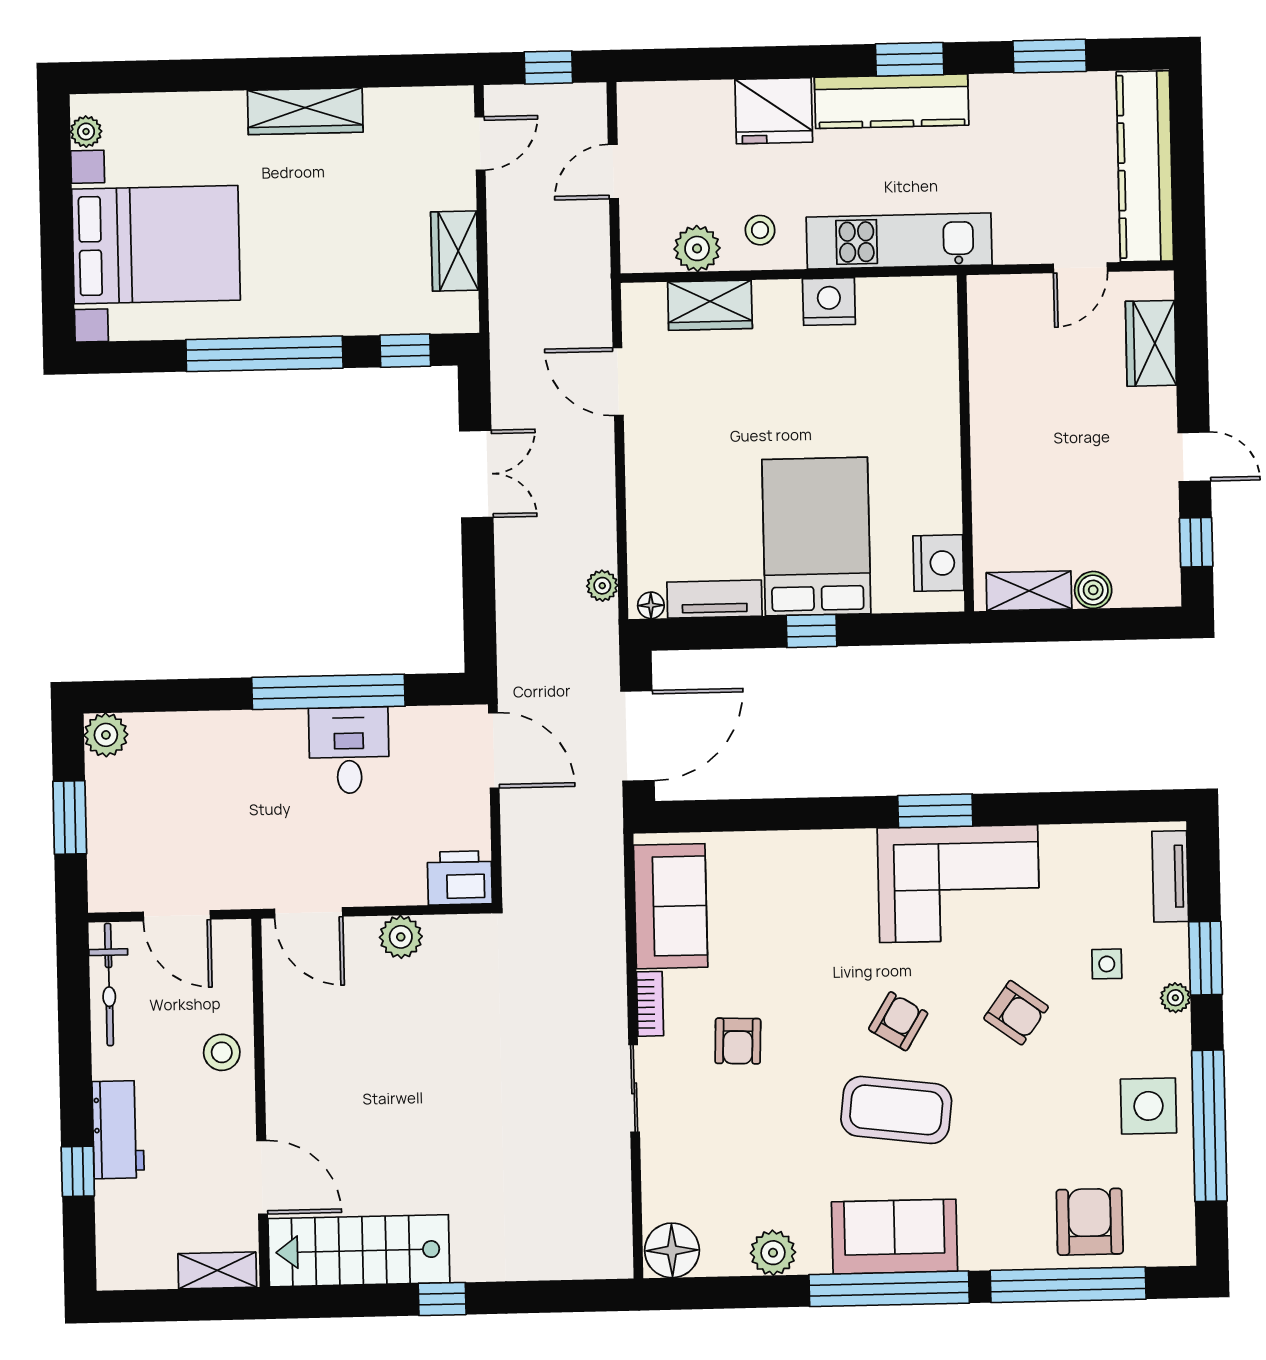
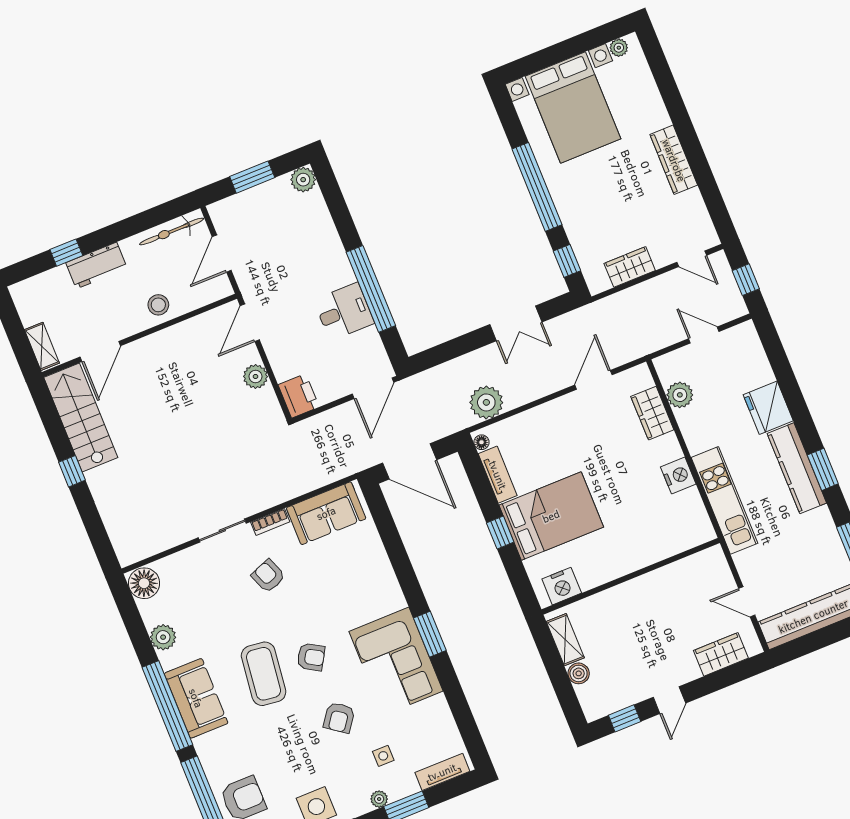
stool: (760, 230) -> (702, 425), removed
plant: (602, 586) -> (486, 402), width x1.87, depth x1.87
armchair: (738, 1041) -> (268, 576), turned 67

